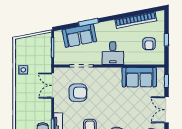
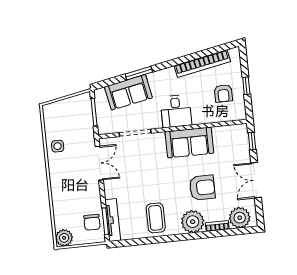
sofa: (139, 77) -> (189, 142), moved
double door: (53, 85) -> (99, 163), swing flipped
armchair: (78, 93) -> (202, 188), moved

